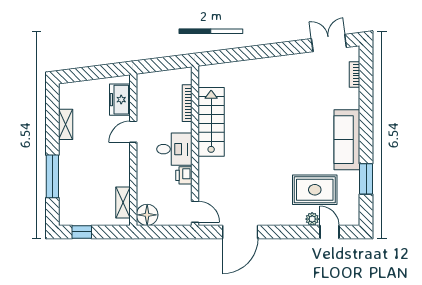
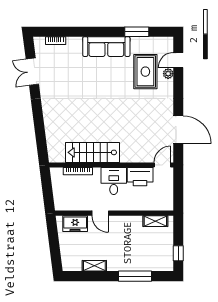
double door: (329, 43) -> (32, 72), moved
printer: (184, 175) -> (140, 177), width x1.87, depth x1.48
floor lamp: (147, 215) -> (165, 202), removed

